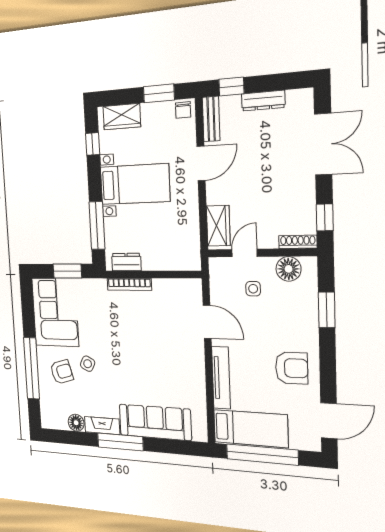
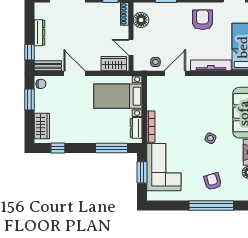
bed with nightstands: (135, 184) -> (118, 96), moved, turned -90
side table: (253, 289) -> (155, 62), moved
corner sofa: (55, 312) -> (164, 167), moved, turned 90
side table: (88, 364) -> (210, 138), moved

